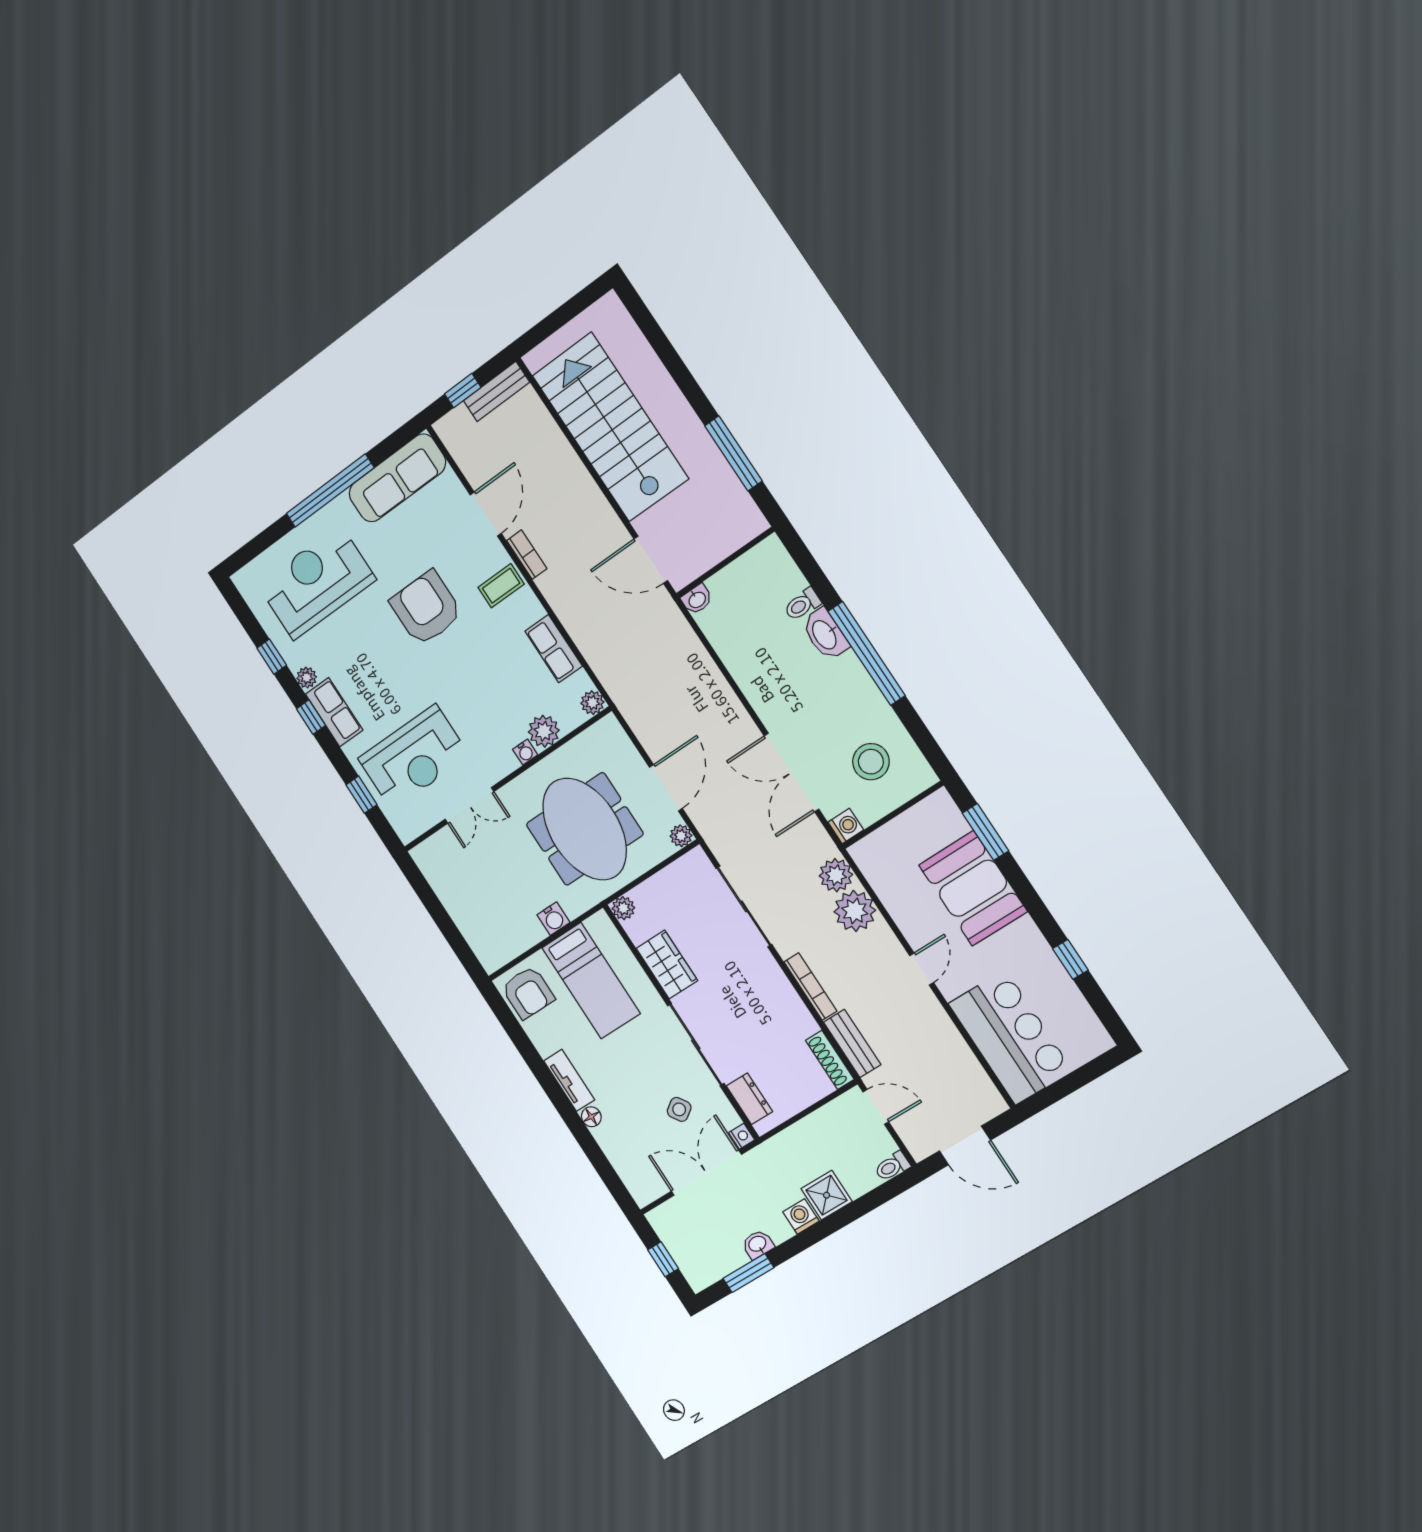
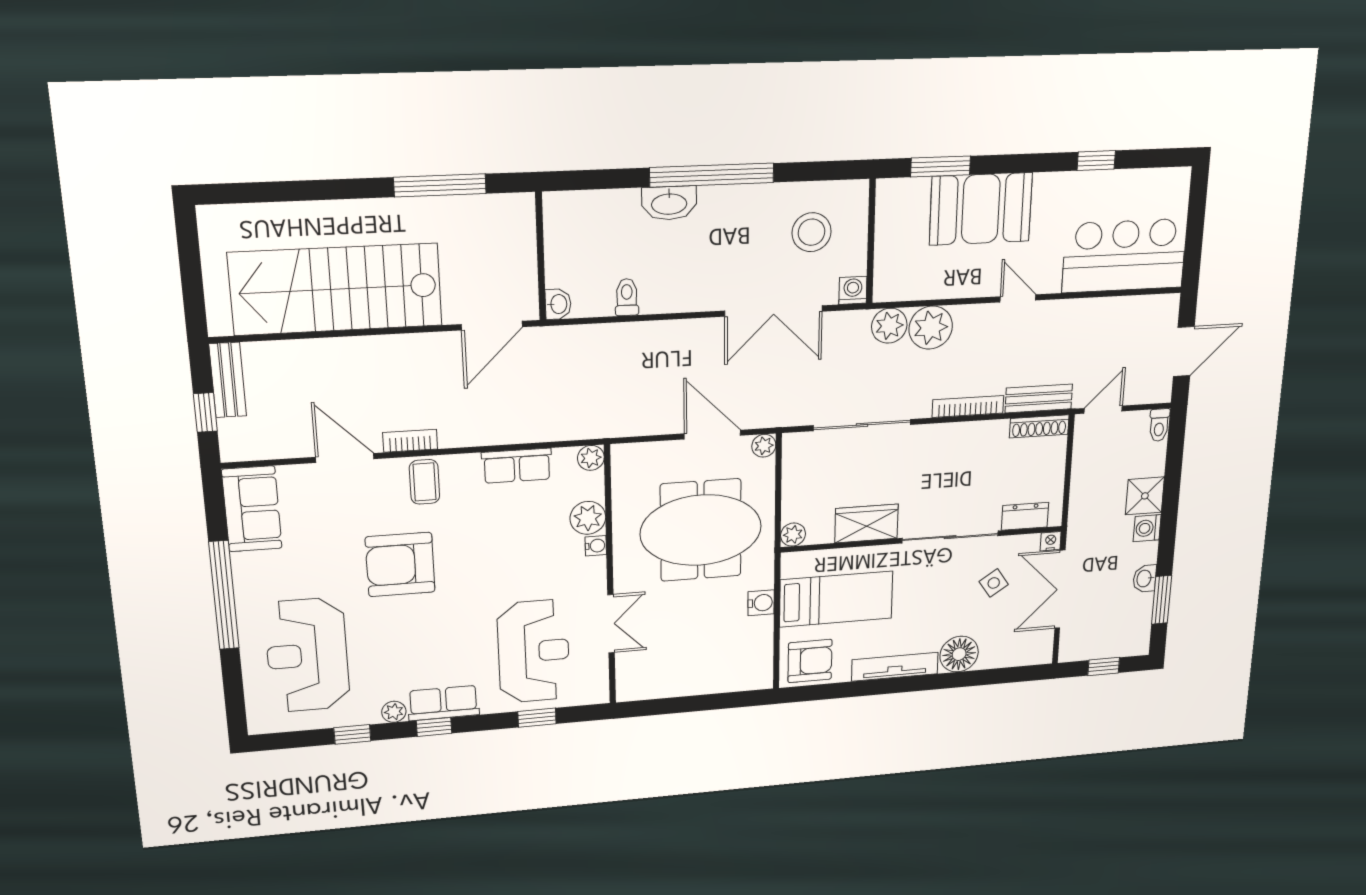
sofa: (397, 478) -> (252, 509), width x0.73
toilet: (802, 604) -> (627, 297), moved, turned 180
tv unit: (569, 1080) -> (895, 667), width x1.41
floor lamp: (591, 1117) -> (959, 654), width x1.89, depth x1.89

